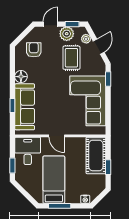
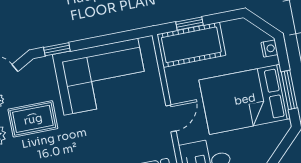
window: (108, 167) -> (190, 24), moved
bed: (54, 180) -> (245, 99), width x1.50

